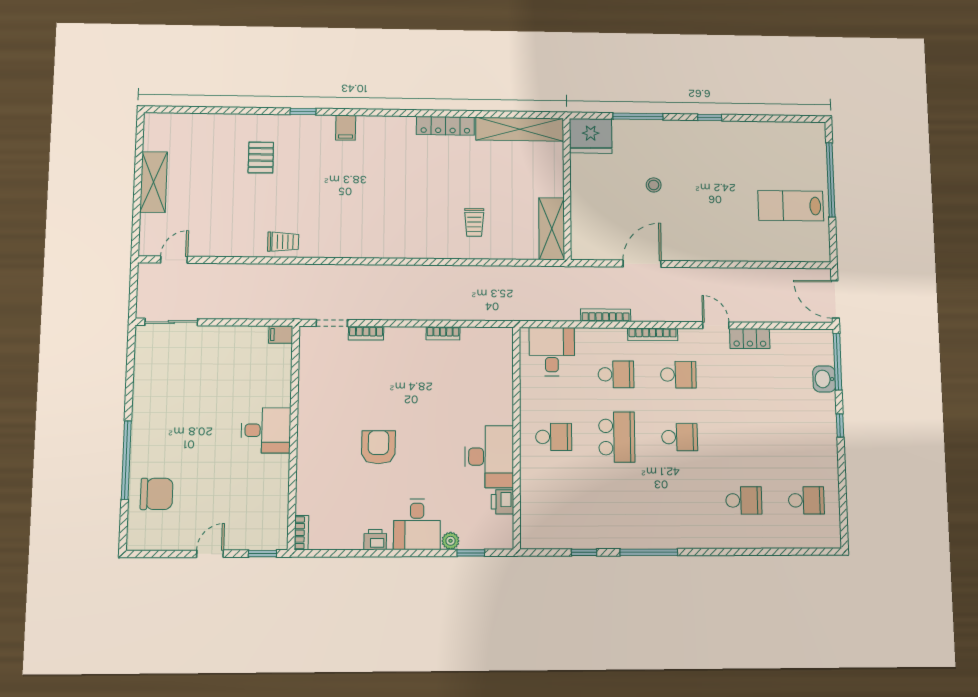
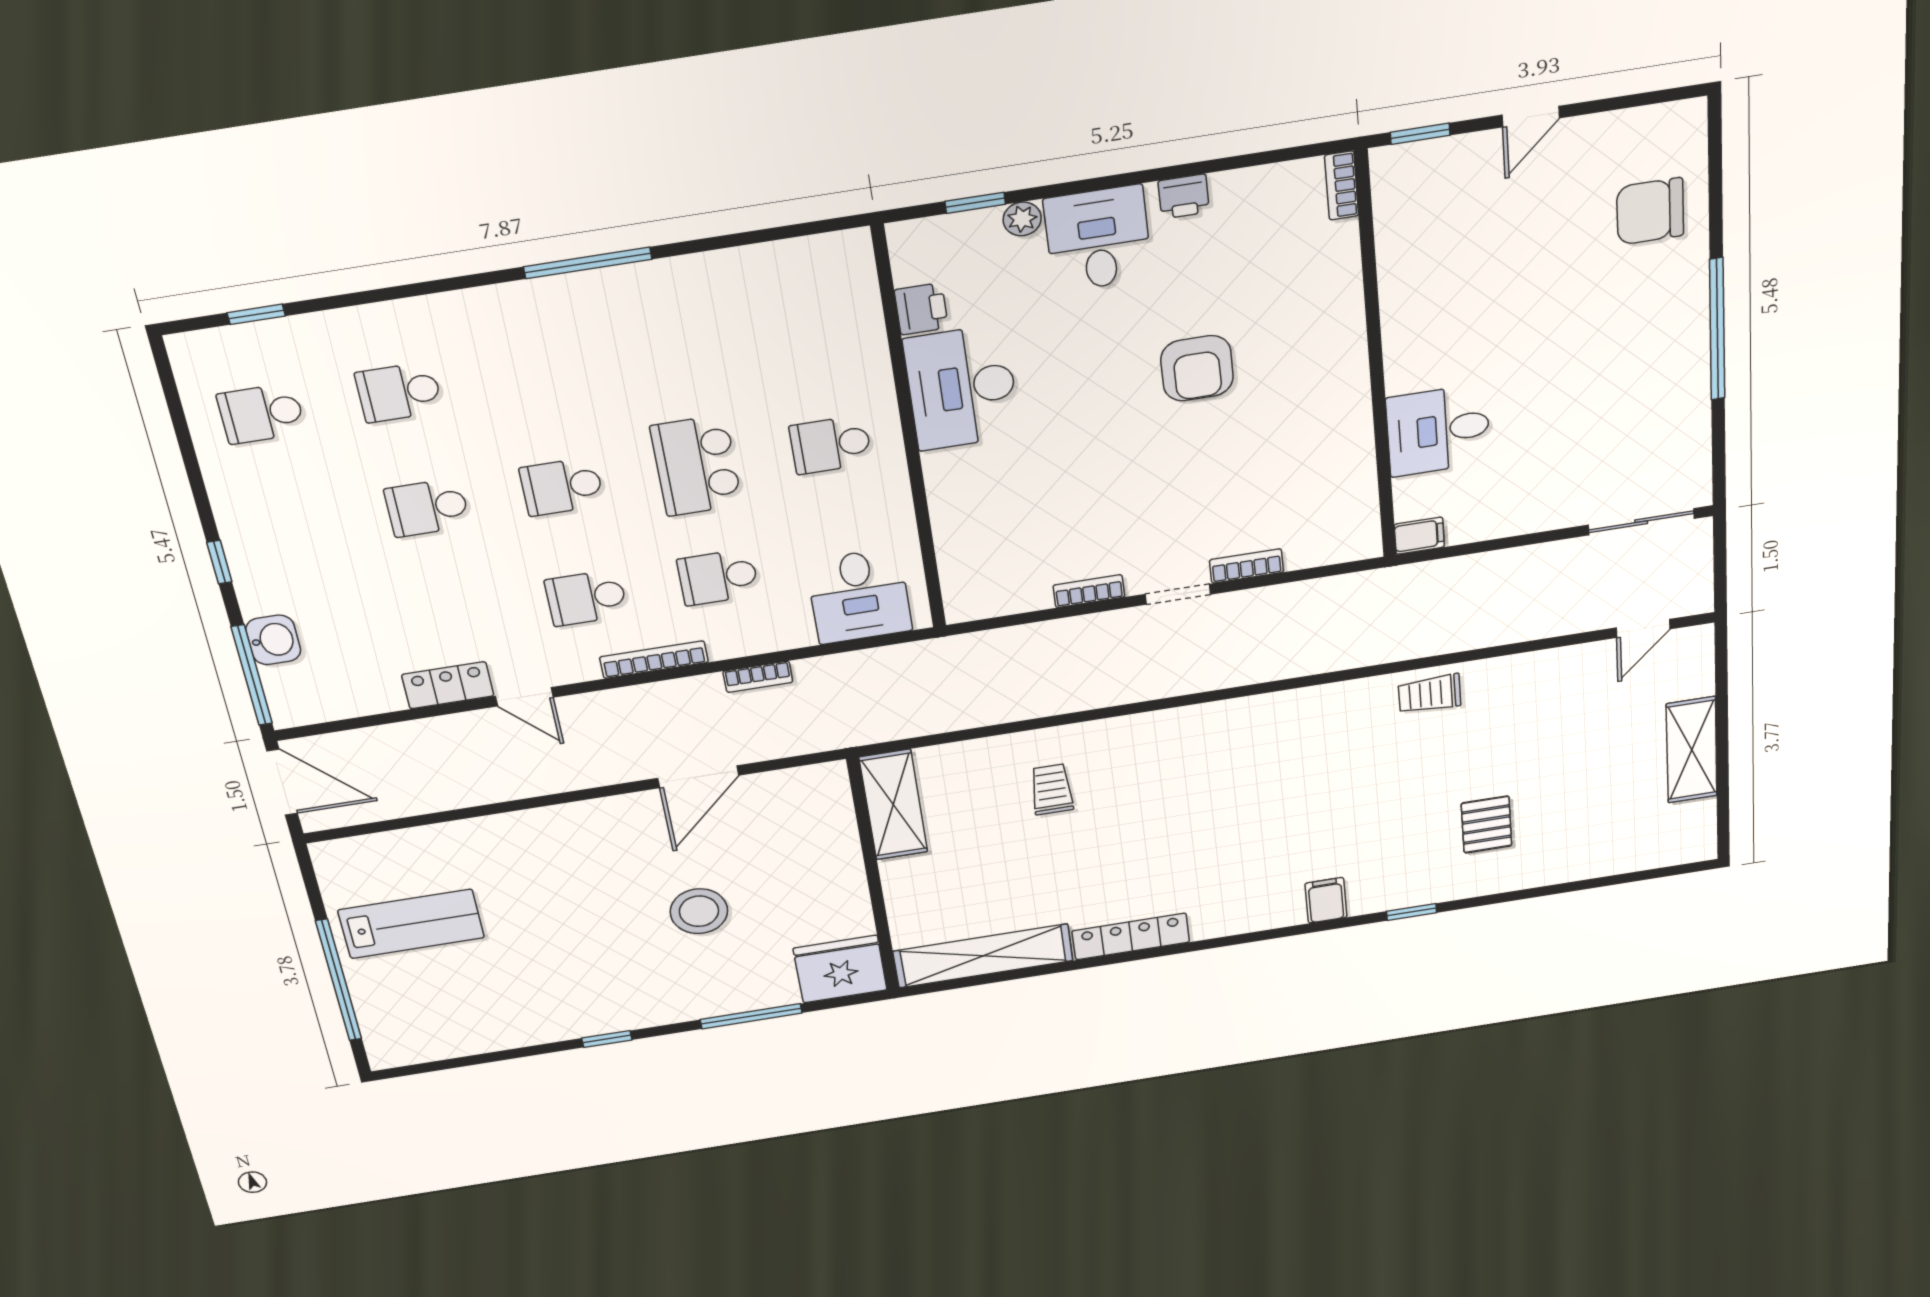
stool: (654, 185) -> (699, 911), width x1.89, depth x1.89
bookcase: (606, 315) -> (758, 677), width x0.64
doorway: (332, 323) -> (1178, 594), moved
desk: (266, 430) -> (1438, 430), moved
school desk: (742, 437) -> (427, 508), added
window: (126, 460) -> (1717, 329), moved
window: (584, 552) -> (256, 314), moved

